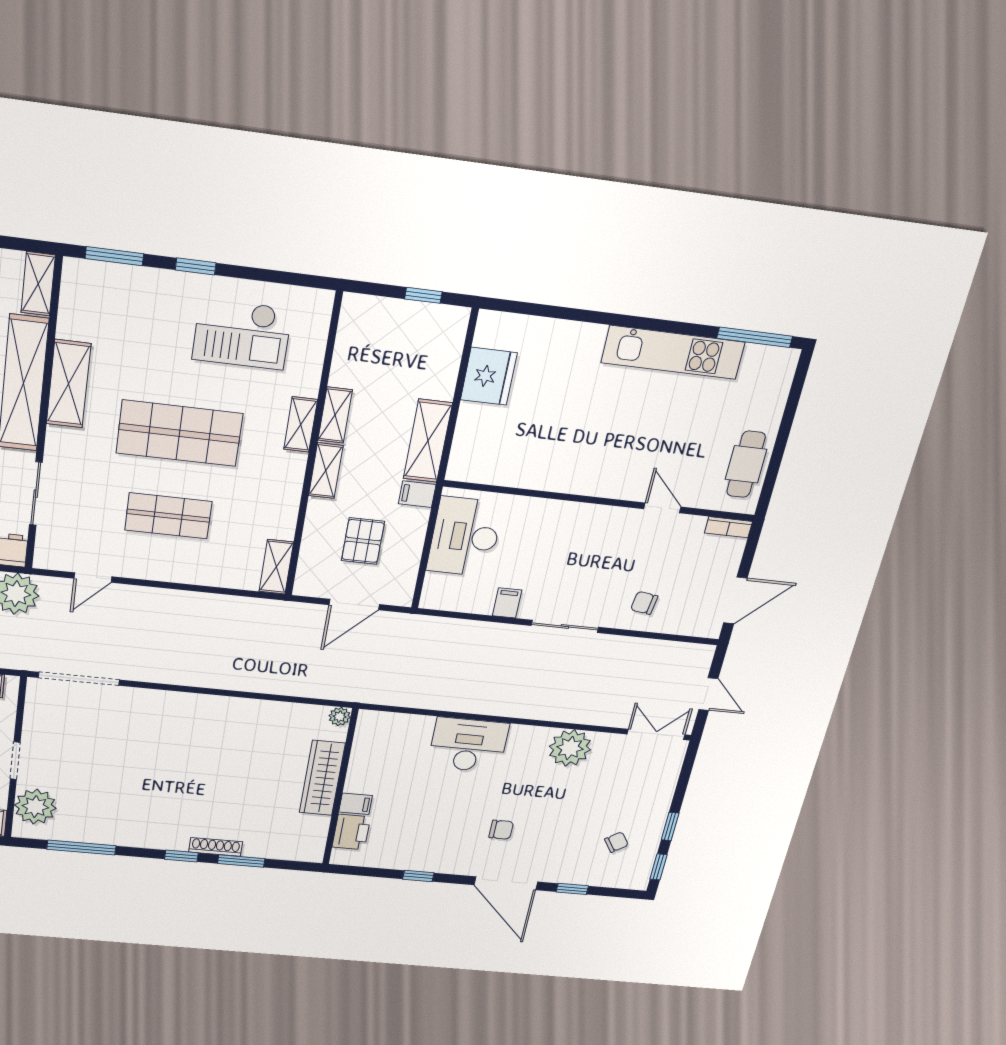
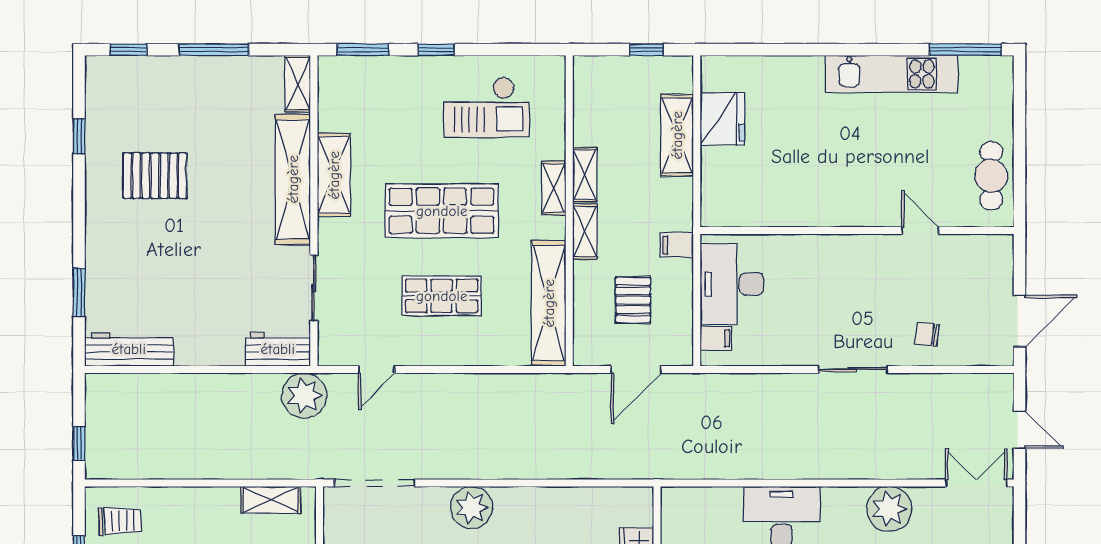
shelving: (428, 441) -> (677, 135), moved
bookcase: (728, 527) -> (991, 243), removed
shelving: (276, 567) -> (549, 303), width x2.20, depth x1.33
filing cabinet: (507, 603) -> (716, 338), moved, turned 90
plant: (340, 717) -> (472, 507), moved, width x1.87, depth x1.87

